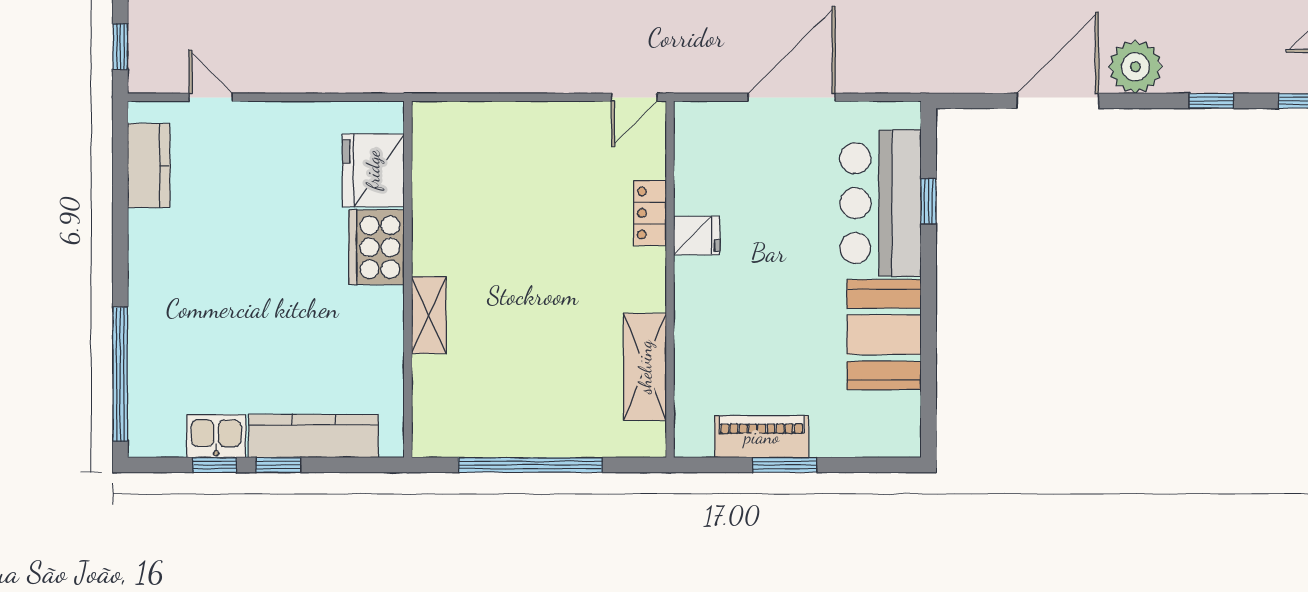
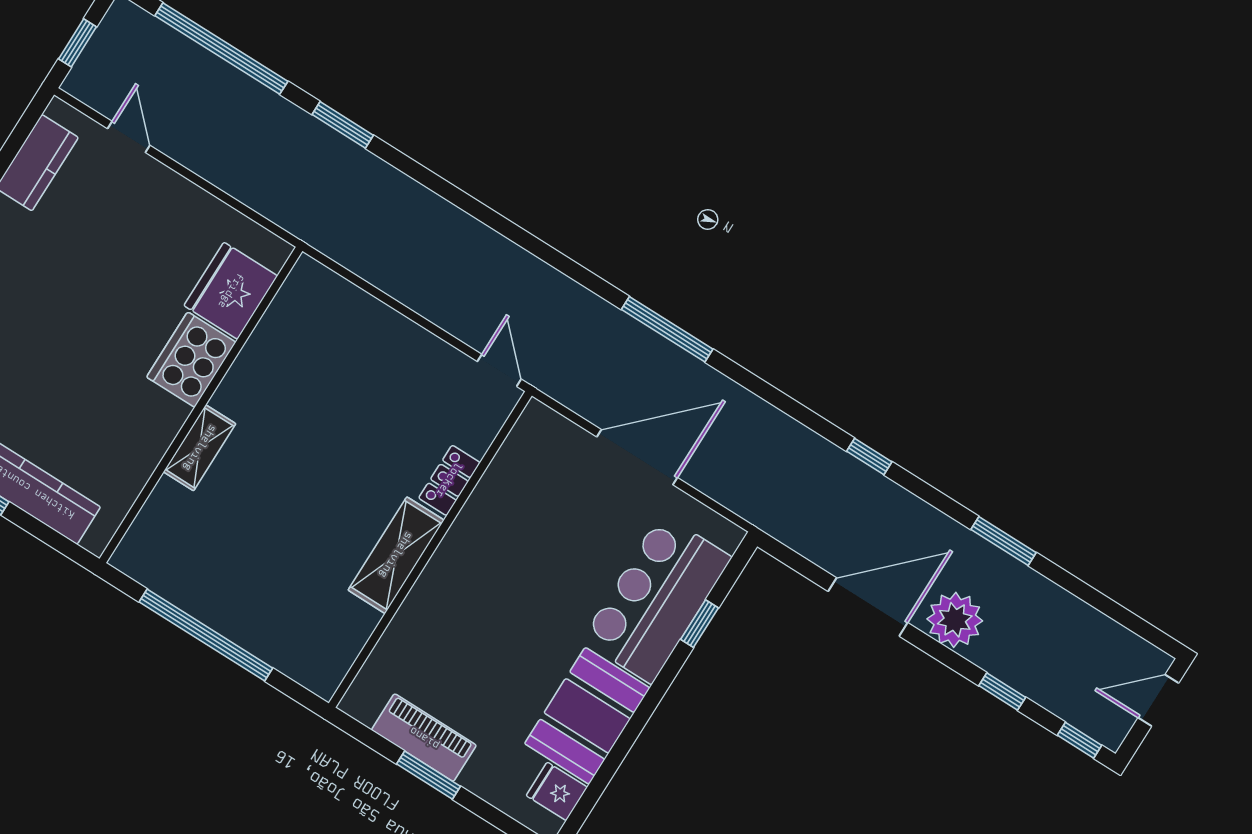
door: (634, 97) -> (499, 370), swing flipped
fridge: (697, 235) -> (557, 791), moved, turned 180
shelving: (645, 367) -> (396, 555), moved

